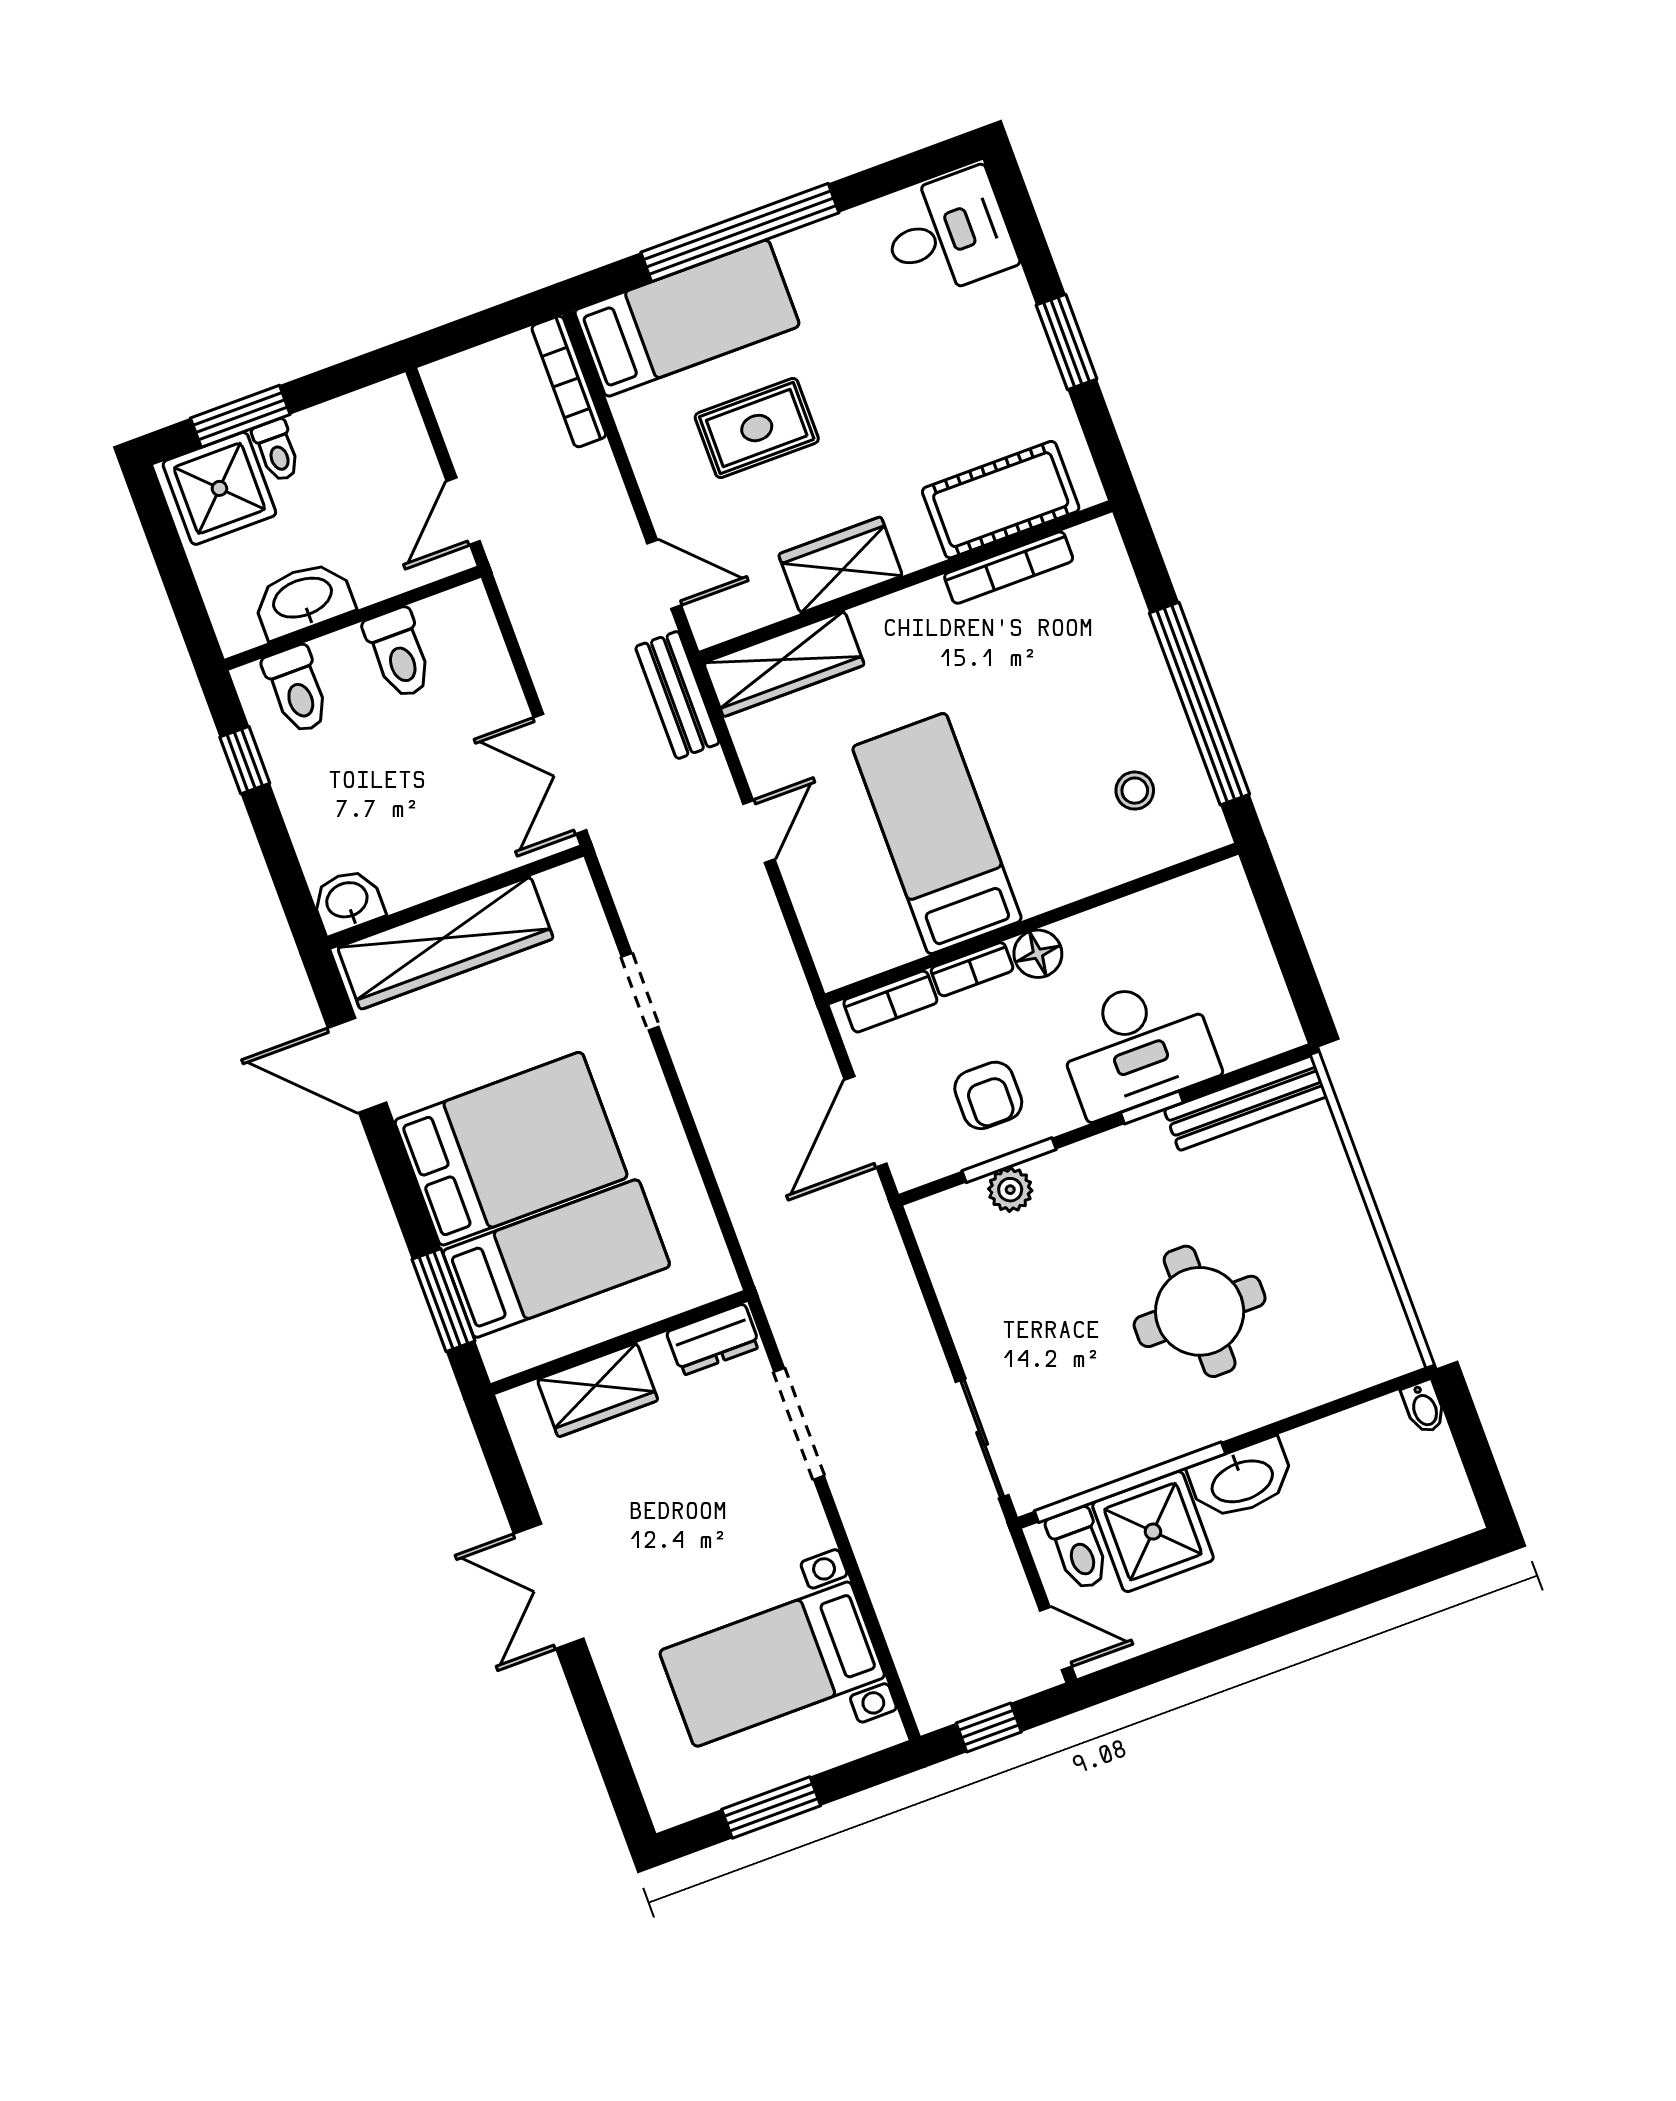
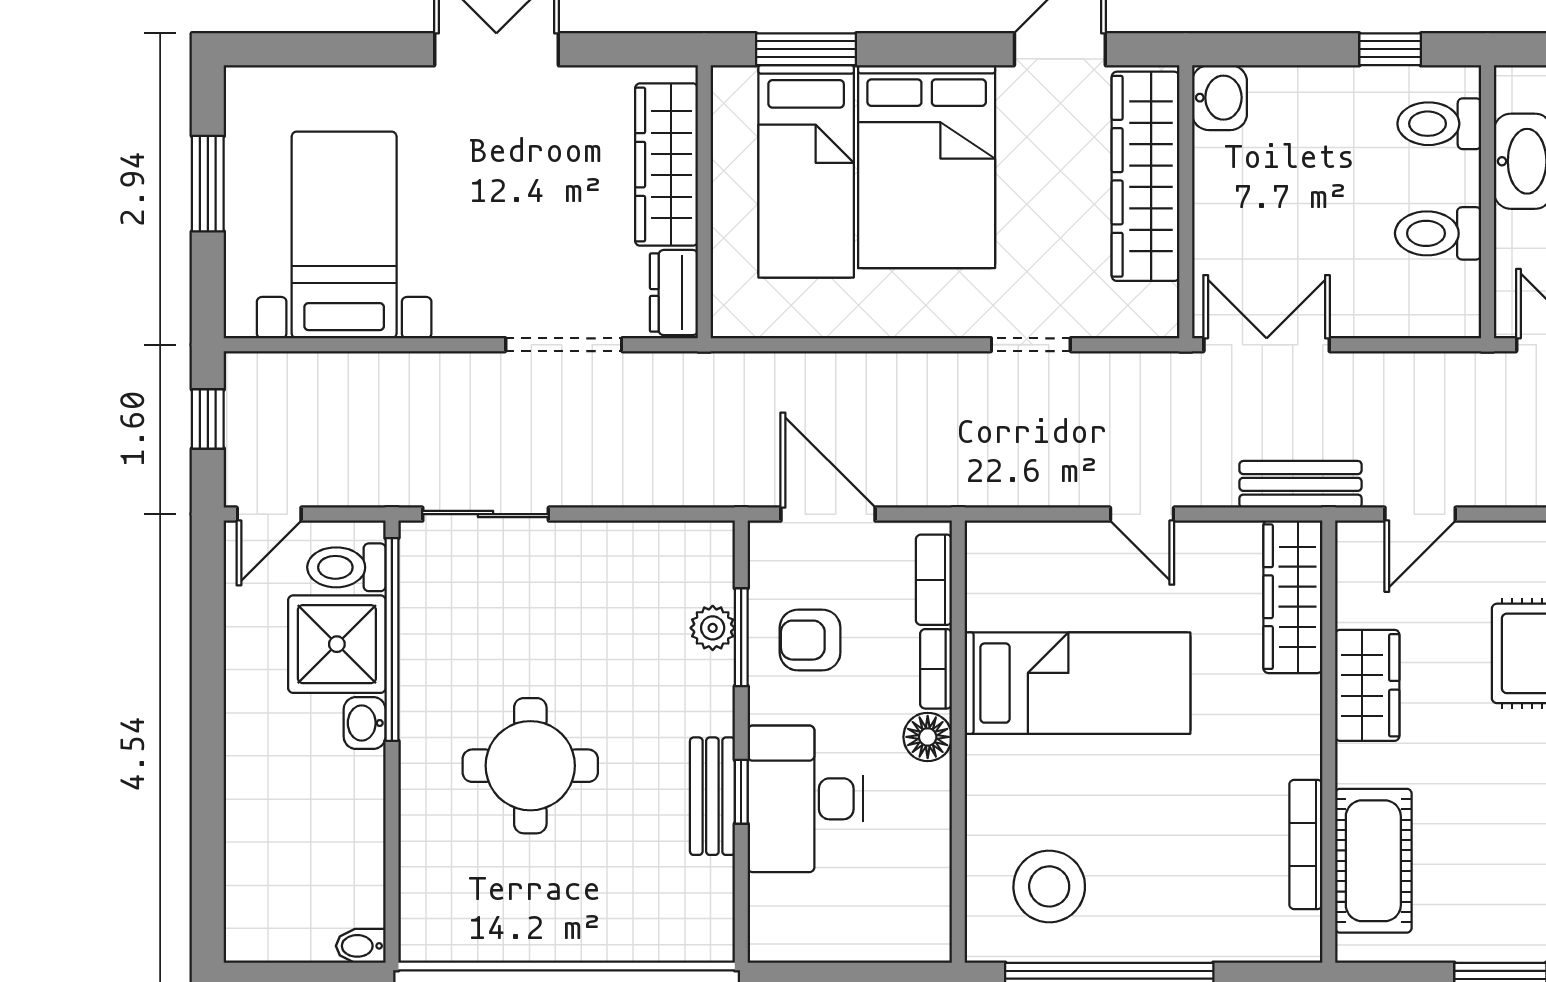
stool: (1135, 791) -> (1049, 886), width x1.89, depth x1.89
bench: (1246, 1103) -> (712, 796), moved, width x0.73
wardrobe: (597, 1390) -> (666, 165), width x1.50
washbasin: (1242, 1480) -> (365, 723), width x0.52, depth x0.69

